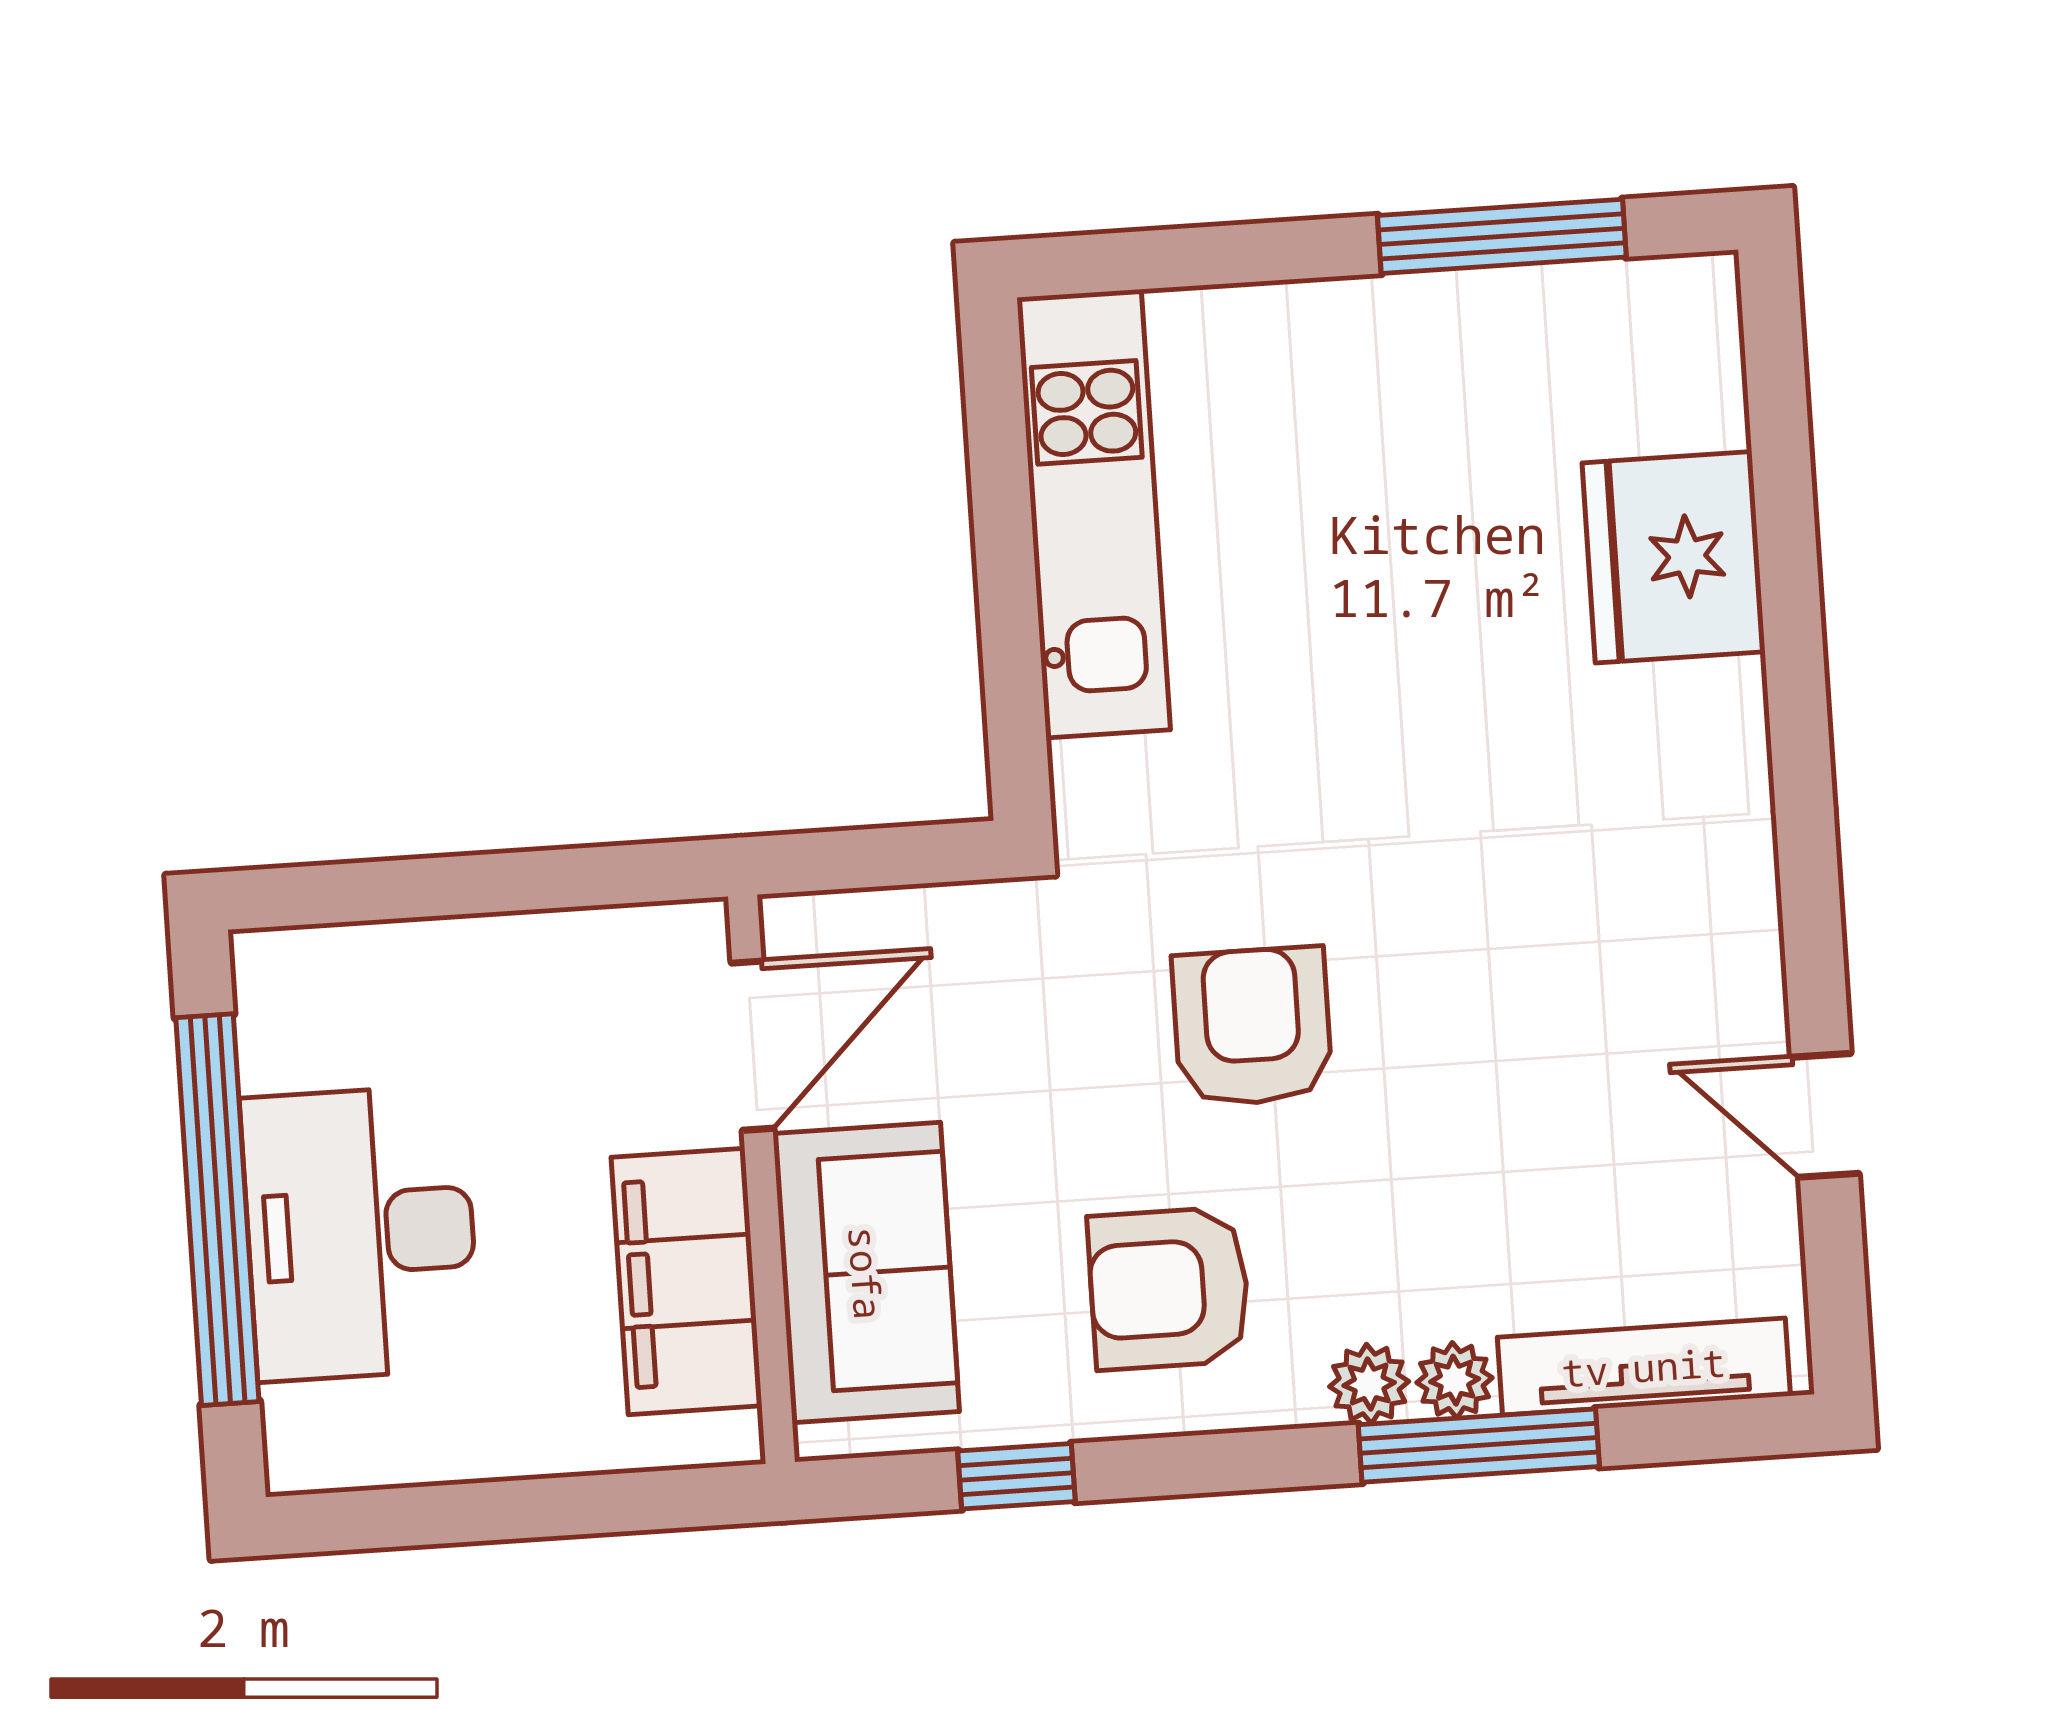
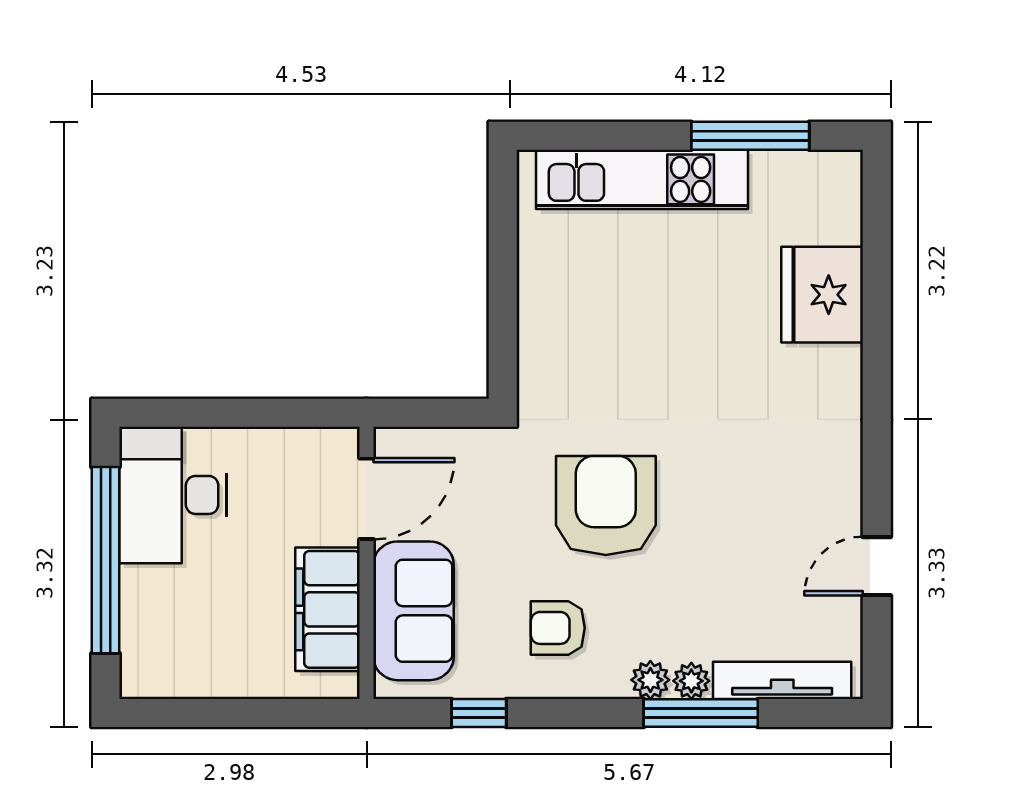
kitchen unit: (1094, 514) -> (642, 179), moved, turned 90
armchair: (1252, 1027) -> (606, 505), width x1.36, depth x1.36
door: (1825, 1115) -> (877, 566), hinge flipped
desk: (360, 1233) -> (173, 495), moved
armchair: (1169, 1288) -> (558, 628), width x0.72, depth x0.72

